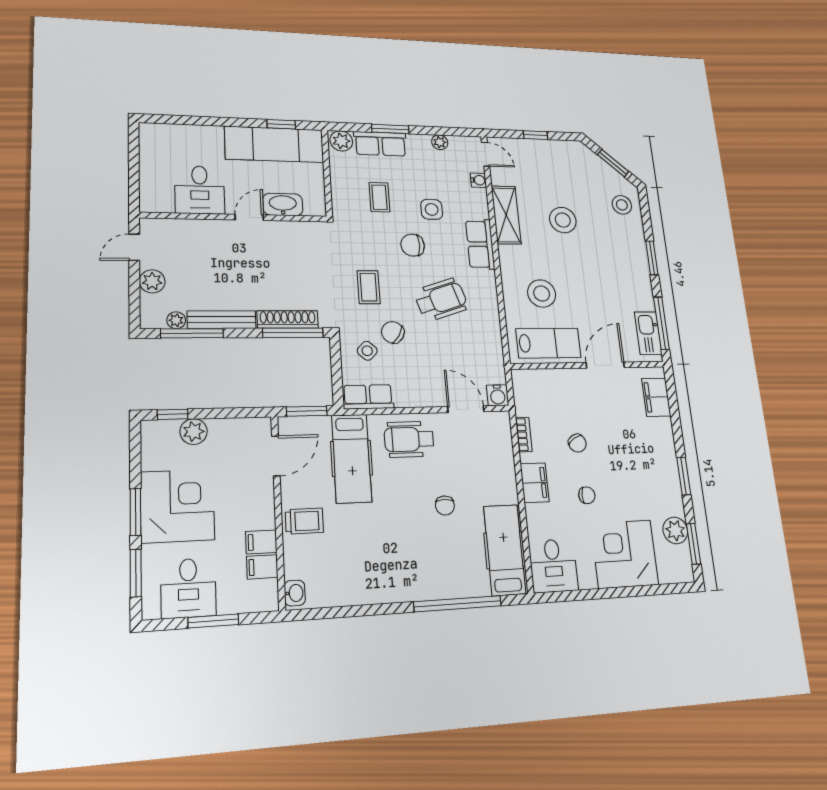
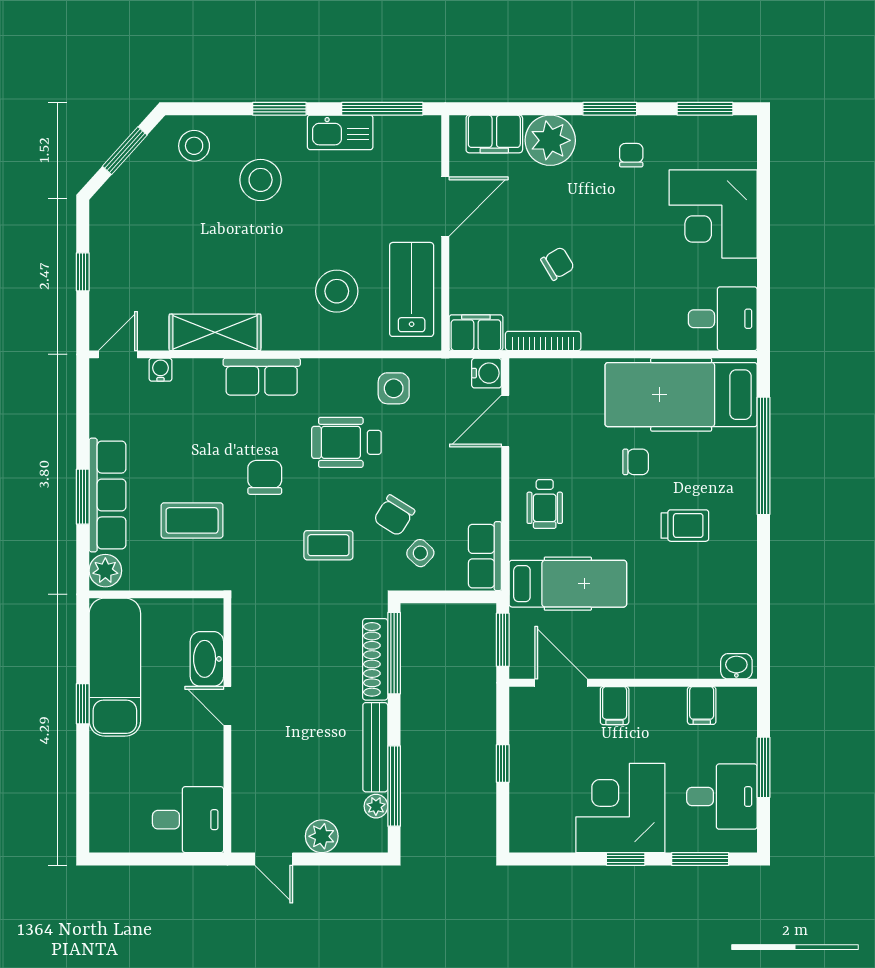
window: (281, 124) -> (83, 704), moved
plant: (440, 142) -> (101, 424), removed
row of seats: (380, 144) -> (107, 495), width x1.48
desk: (200, 190) -> (188, 820), moved
coffee table: (379, 197) -> (192, 520), width x1.36, depth x1.30
side table: (432, 209) -> (394, 388), moved
stool: (563, 220) -> (261, 180), moved
chair: (413, 245) -> (265, 477), turned 180
wheelchair: (441, 300) -> (346, 442), turned -72
kitchen sink: (648, 333) -> (340, 132), moved
door: (605, 365) -> (445, 207), swing flipped
window: (173, 414) -> (503, 763), moved
plant: (194, 432) -> (526, 787), removed
bookcase: (524, 435) -> (543, 341), width x1.56
wheelchair: (409, 439) -> (545, 504), width x0.73, depth x0.73
filing cabinet: (535, 483) -> (476, 333), moved
chair: (587, 495) -> (631, 155), moved
window: (135, 512) -> (626, 859), width x0.67
trolley: (304, 521) -> (685, 526), moved, turned 90
plant: (675, 530) -> (550, 140), moved, width x1.36, depth x1.36
filing cabinet: (261, 542) -> (615, 706), moved
hospital bed: (505, 550) -> (681, 395), width x1.37, depth x1.29

